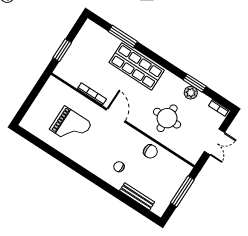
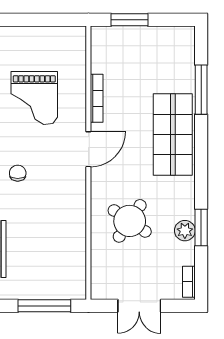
round table: (167, 118) -> (130, 221), turned 34
chair: (150, 151) -> (70, 228), removed
chair: (119, 167) -> (18, 173), moved

